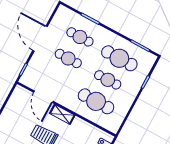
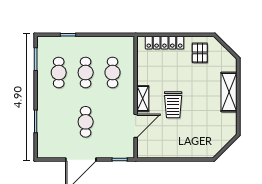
cafe table: (80, 37) -> (59, 122), removed
cafe table: (119, 58) -> (59, 73), width x0.73, depth x0.74
cafe table: (96, 101) -> (113, 73), width x0.73, depth x0.74

